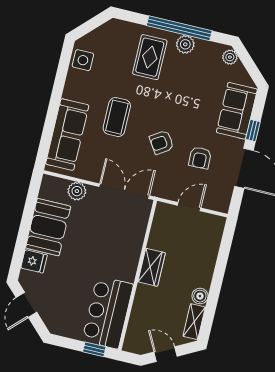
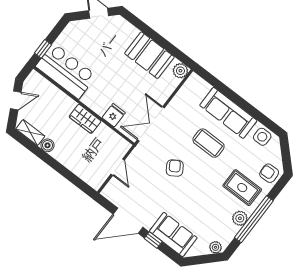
sofa: (67, 135) -> (228, 113), moved
armchair: (200, 158) -> (269, 173), moved
plant: (77, 191) -> (180, 71), moved
double door: (124, 191) -> (151, 124), swing flipped
fridge: (34, 261) -> (114, 115), moved, turned 180

